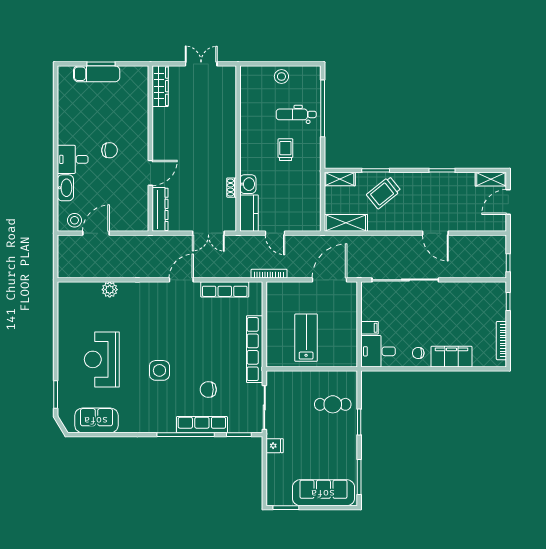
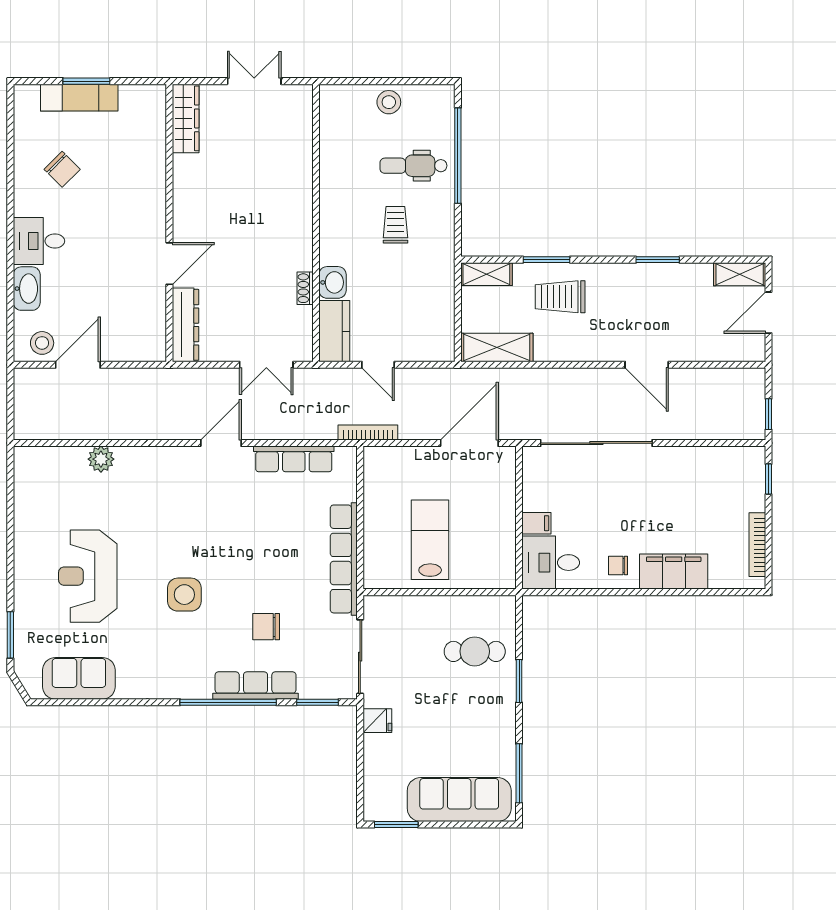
chair: (110, 150) -> (62, 169), moved, turned 45
trolley: (384, 193) -> (560, 297), turned 39

